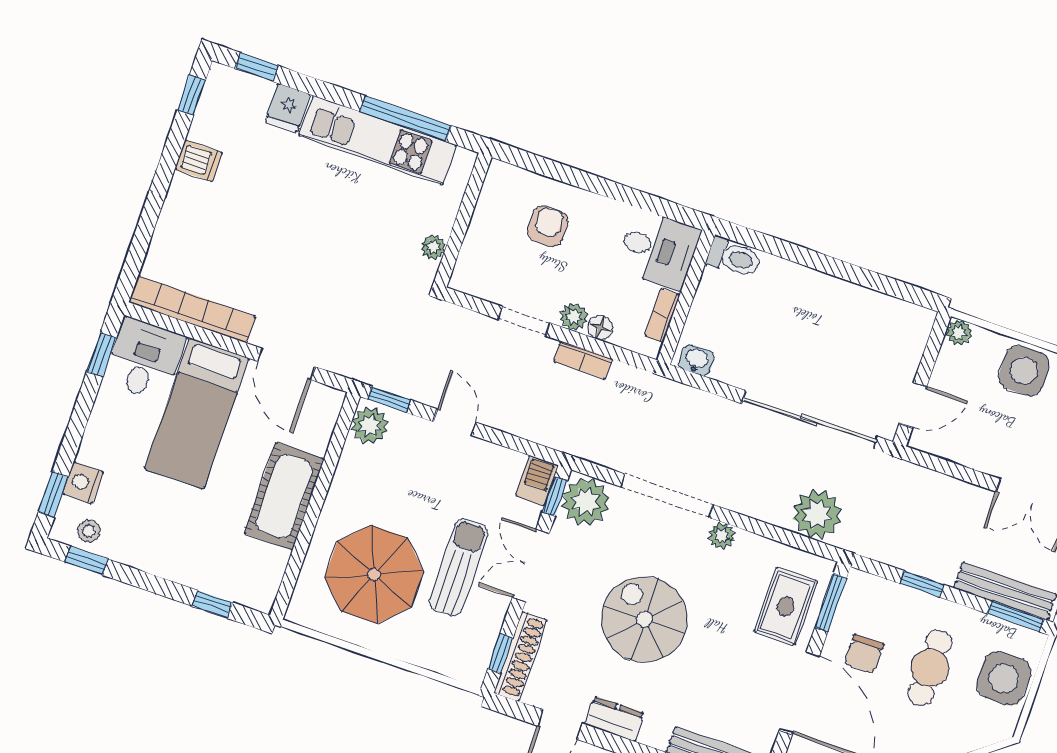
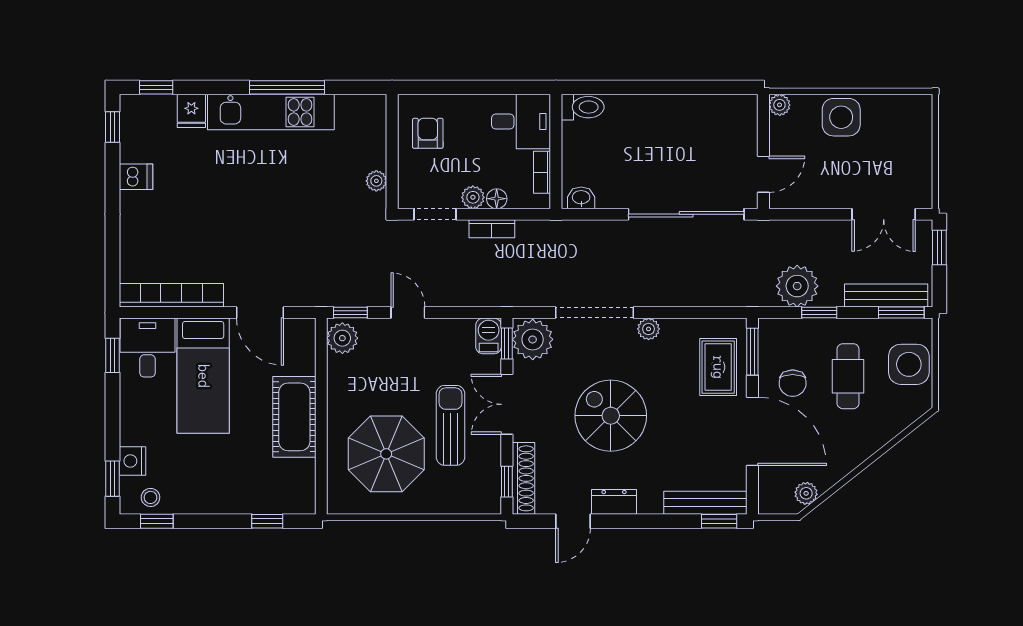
wall: (463, 220) -> (392, 151), moved
plant: (433, 247) -> (376, 181), moved
plant: (817, 514) -> (797, 286), moved

